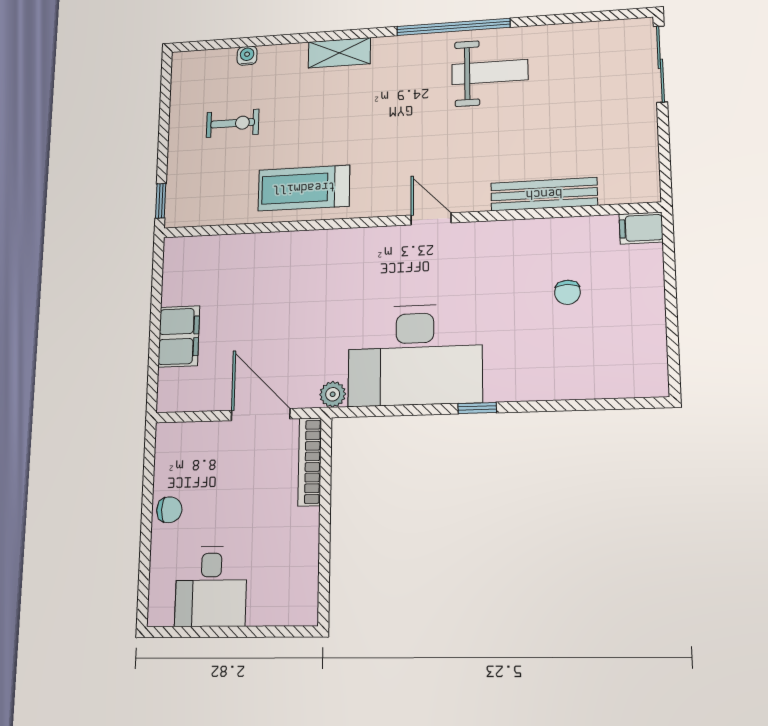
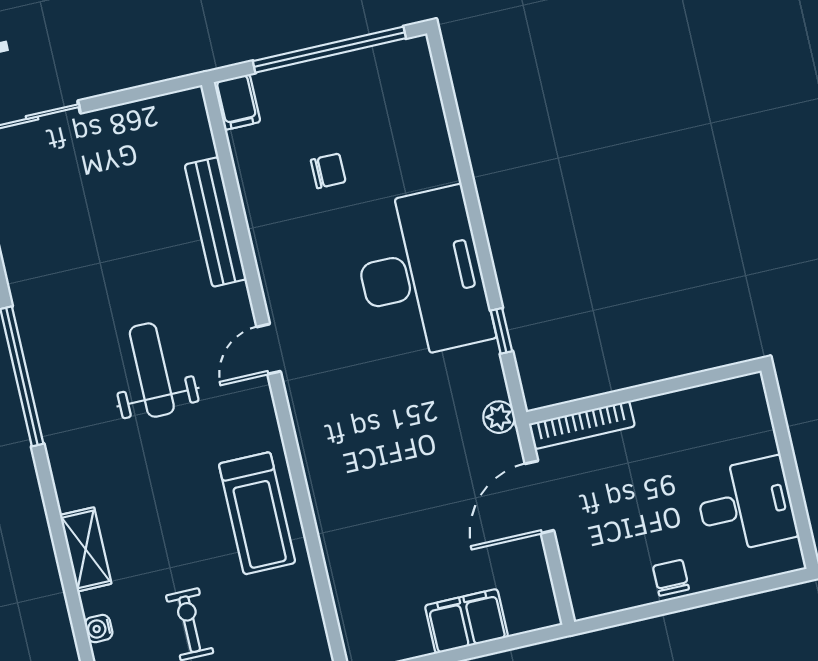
shelving: (339, 53) -> (86, 549), moved
weight bench: (490, 72) -> (152, 370), moved
window: (671, 312) -> (329, 50), added
desk: (415, 355) -> (421, 274), moved
window: (477, 408) -> (501, 331), moved

